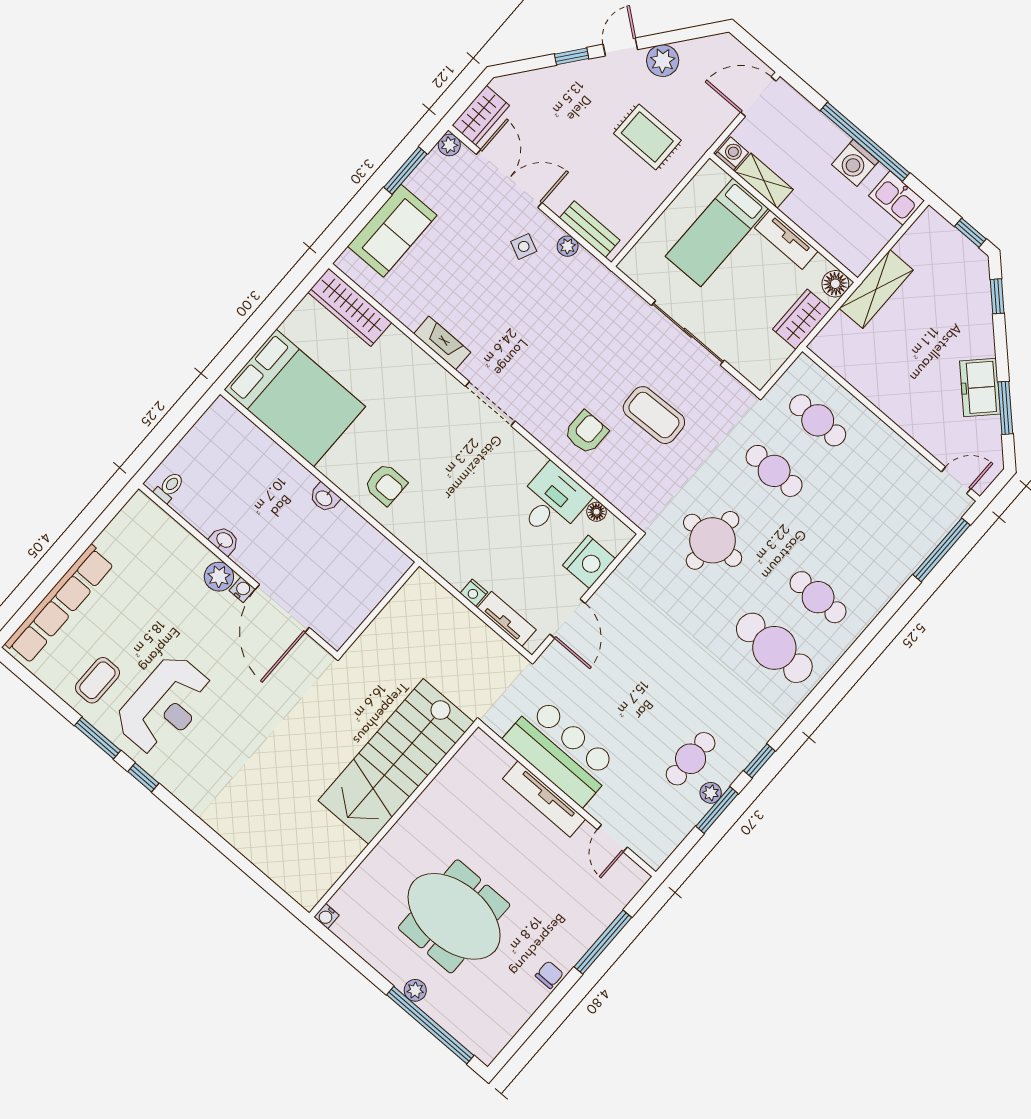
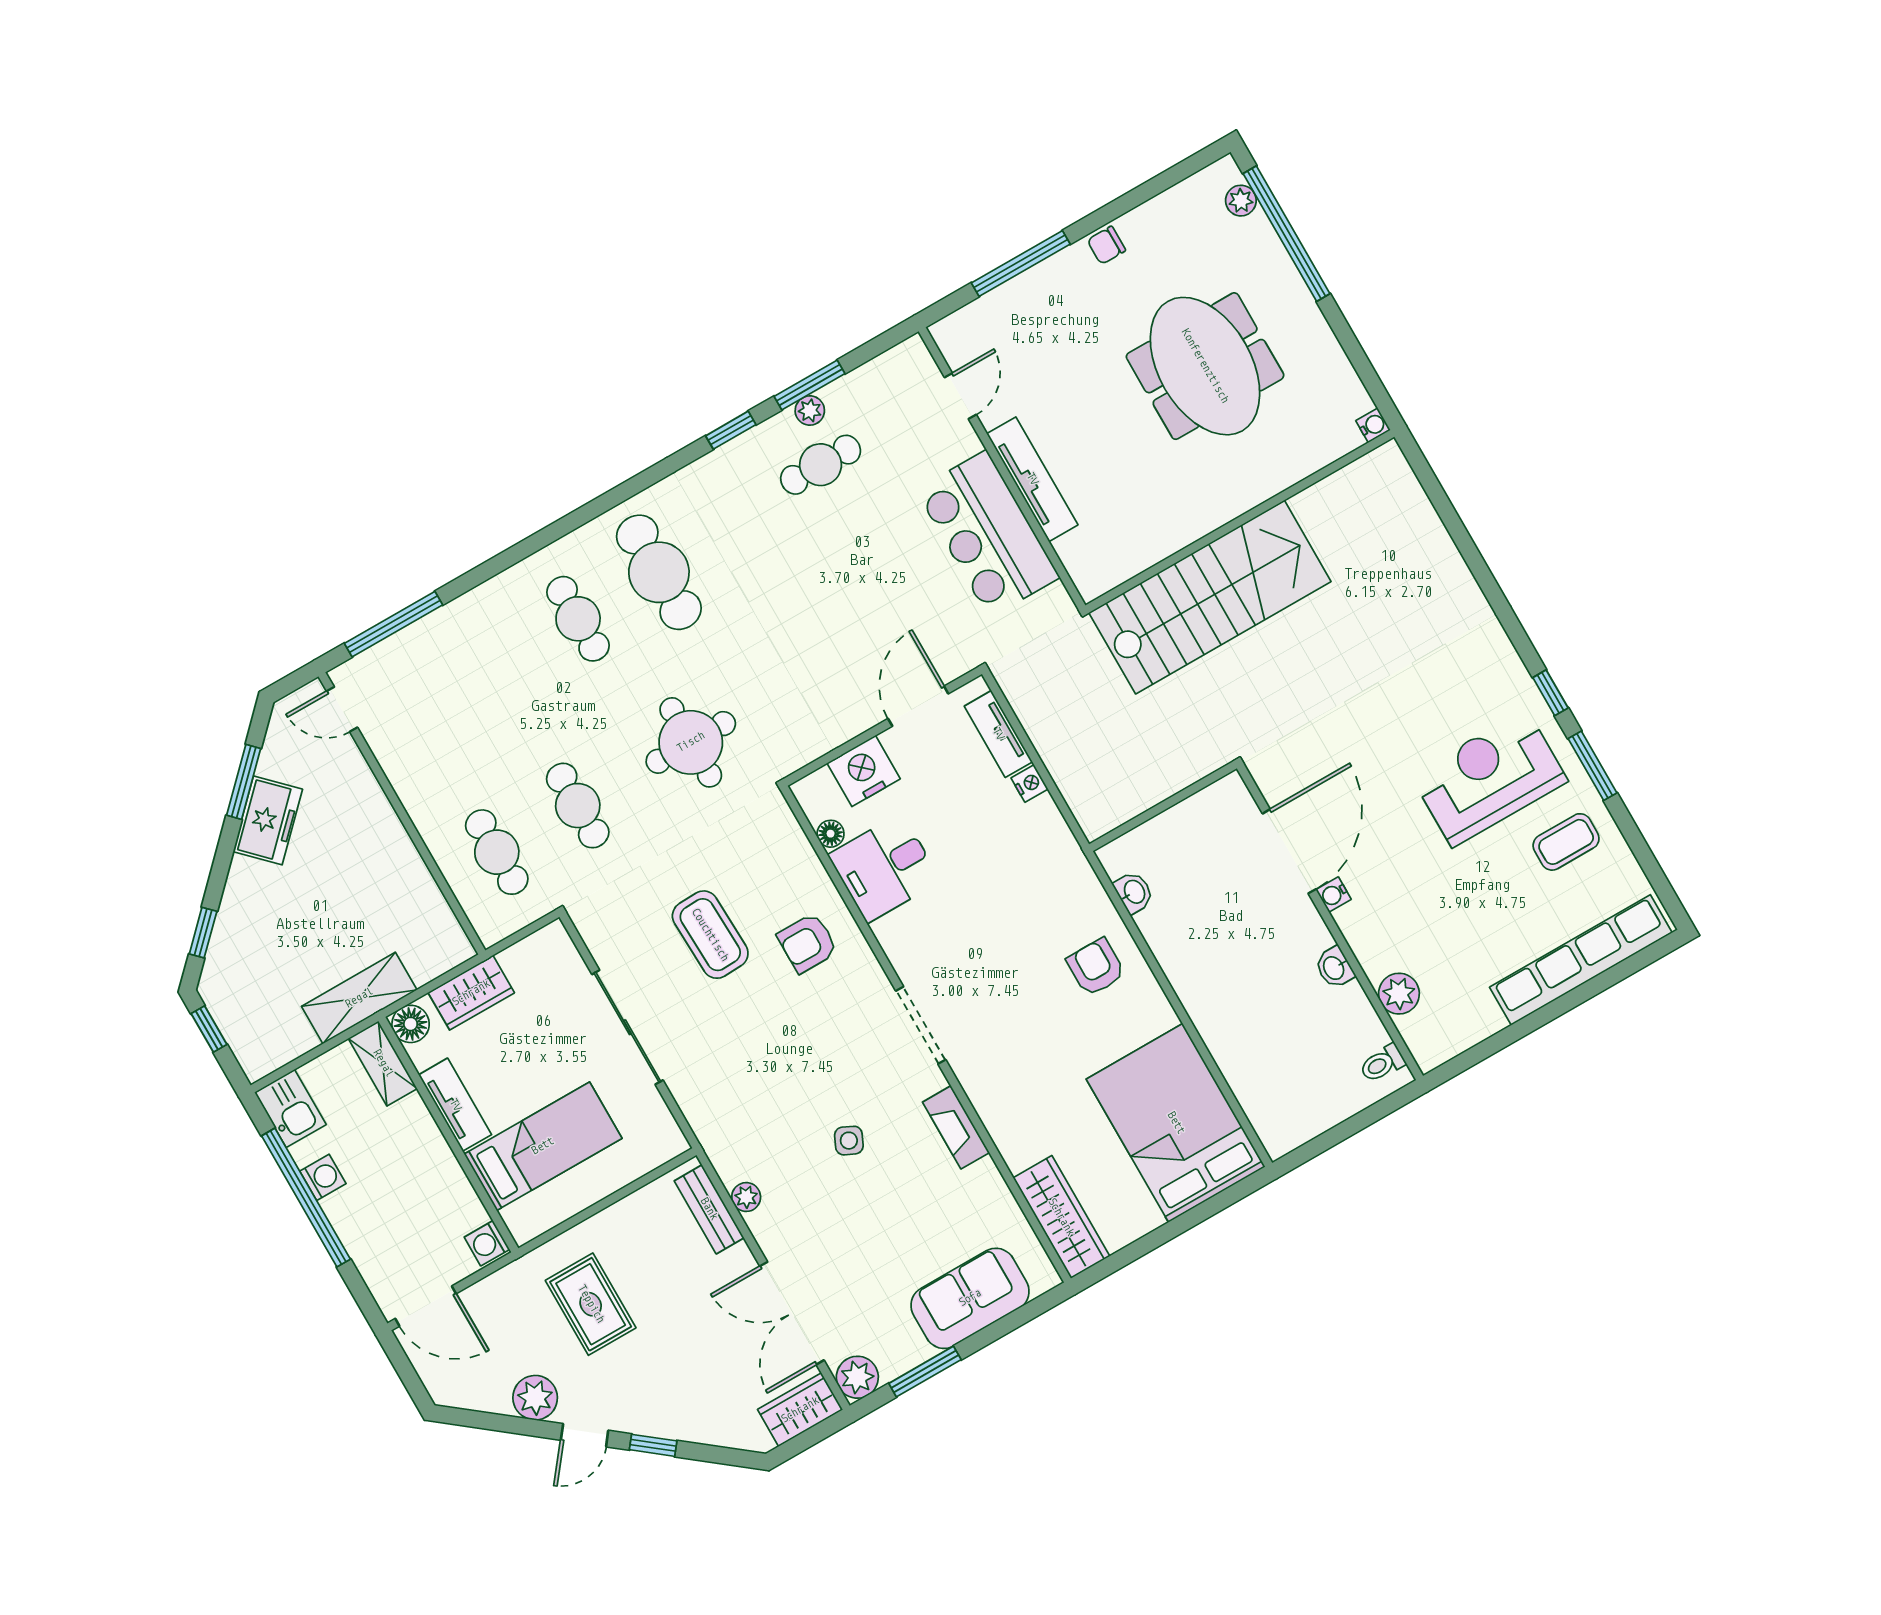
plant: (449, 145) -> (857, 1377), width x1.38, depth x1.38
washing machine: (855, 163) -> (323, 1177), width x0.73, depth x0.73
shelving: (764, 181) -> (383, 1063), moved
side table: (524, 246) -> (849, 1141), moved
washbasin: (324, 498) -> (1134, 892), moved
plant: (219, 577) -> (1399, 994), moved
plant: (415, 990) -> (1241, 201), moved

